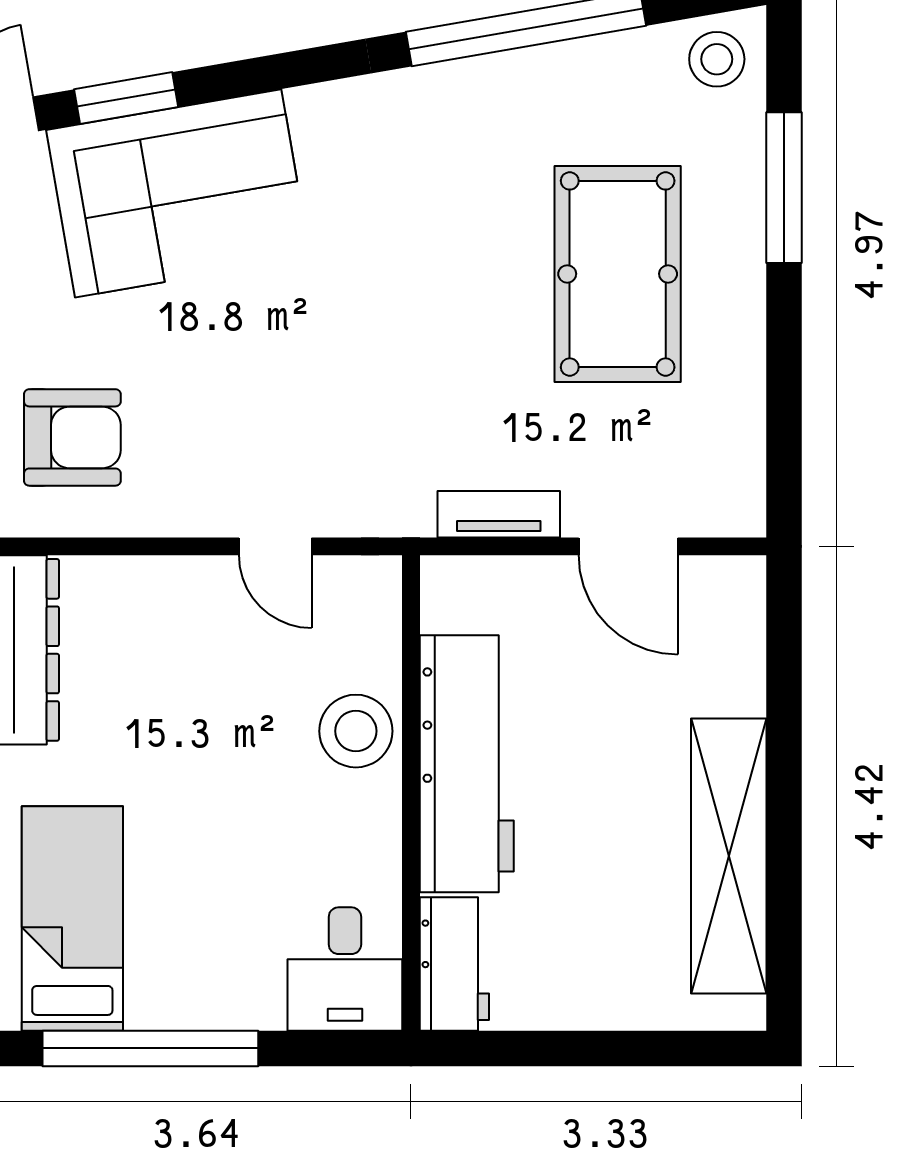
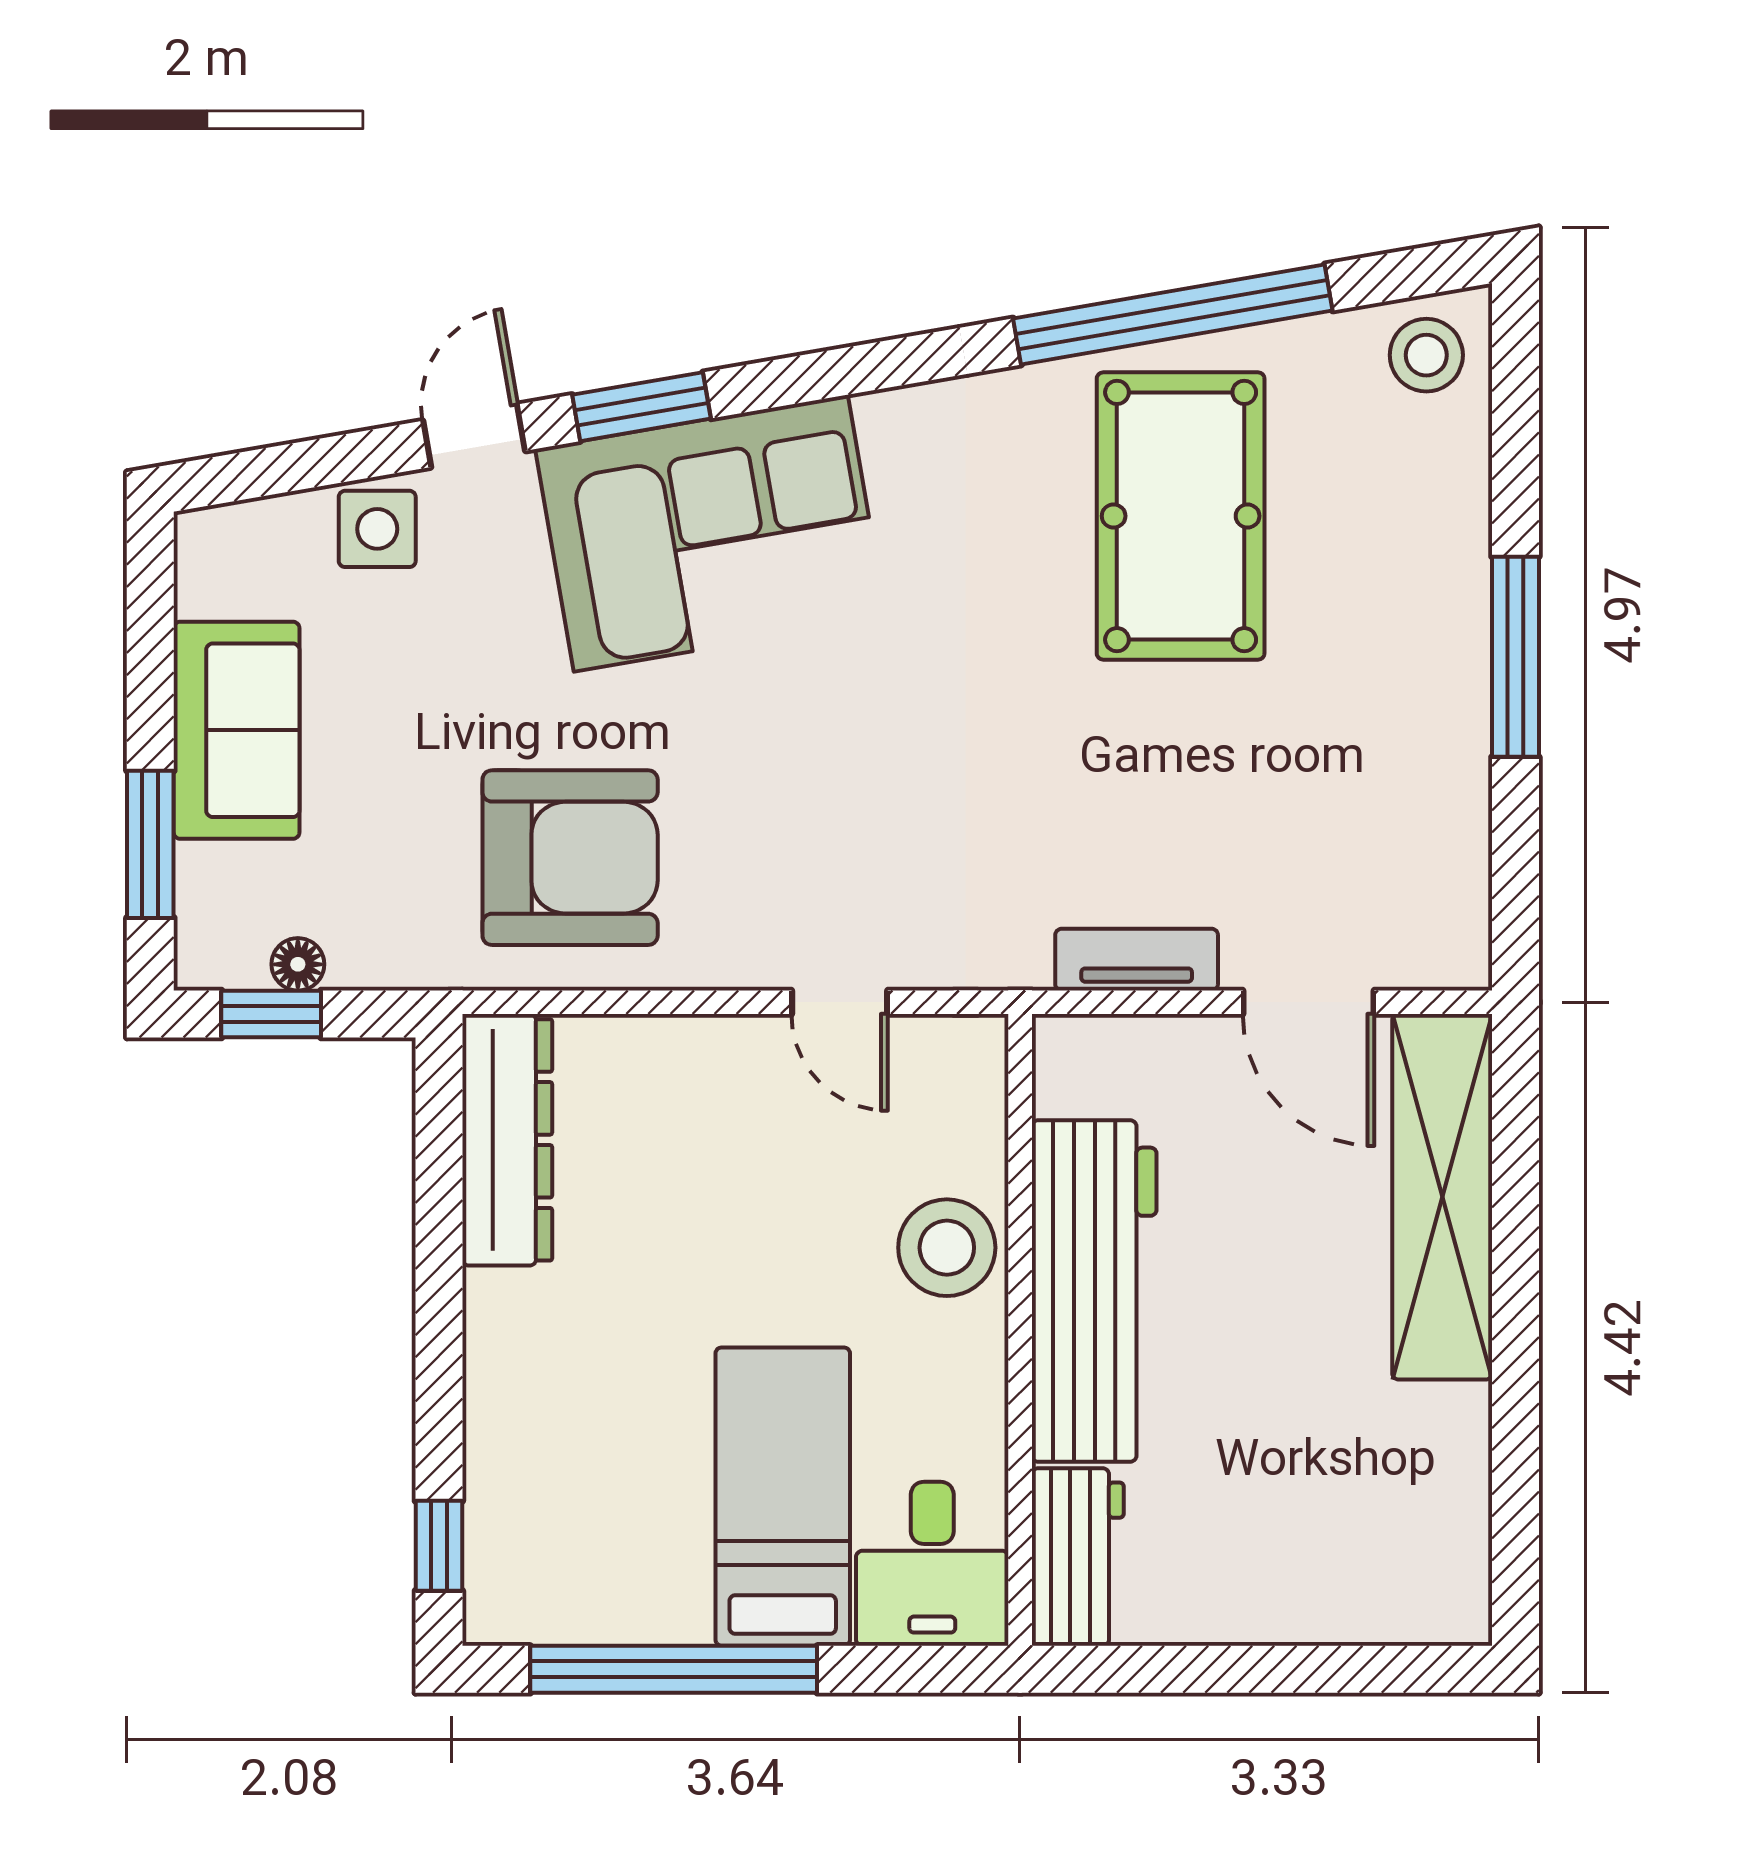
window: (784, 188) -> (1515, 657), moved
pool table: (618, 274) -> (1181, 516), moved
armchair: (72, 437) -> (570, 858), width x1.36, depth x1.36
shelving: (729, 856) -> (1442, 1197), moved
bed: (72, 918) -> (783, 1497), moved

